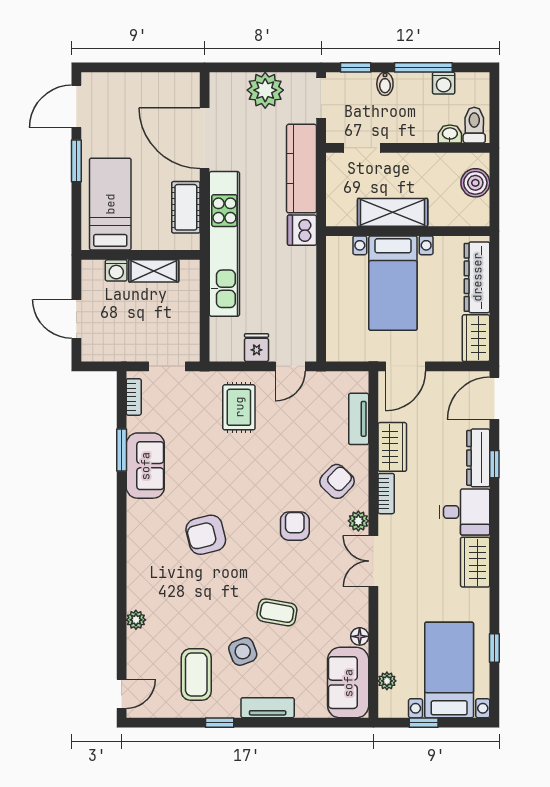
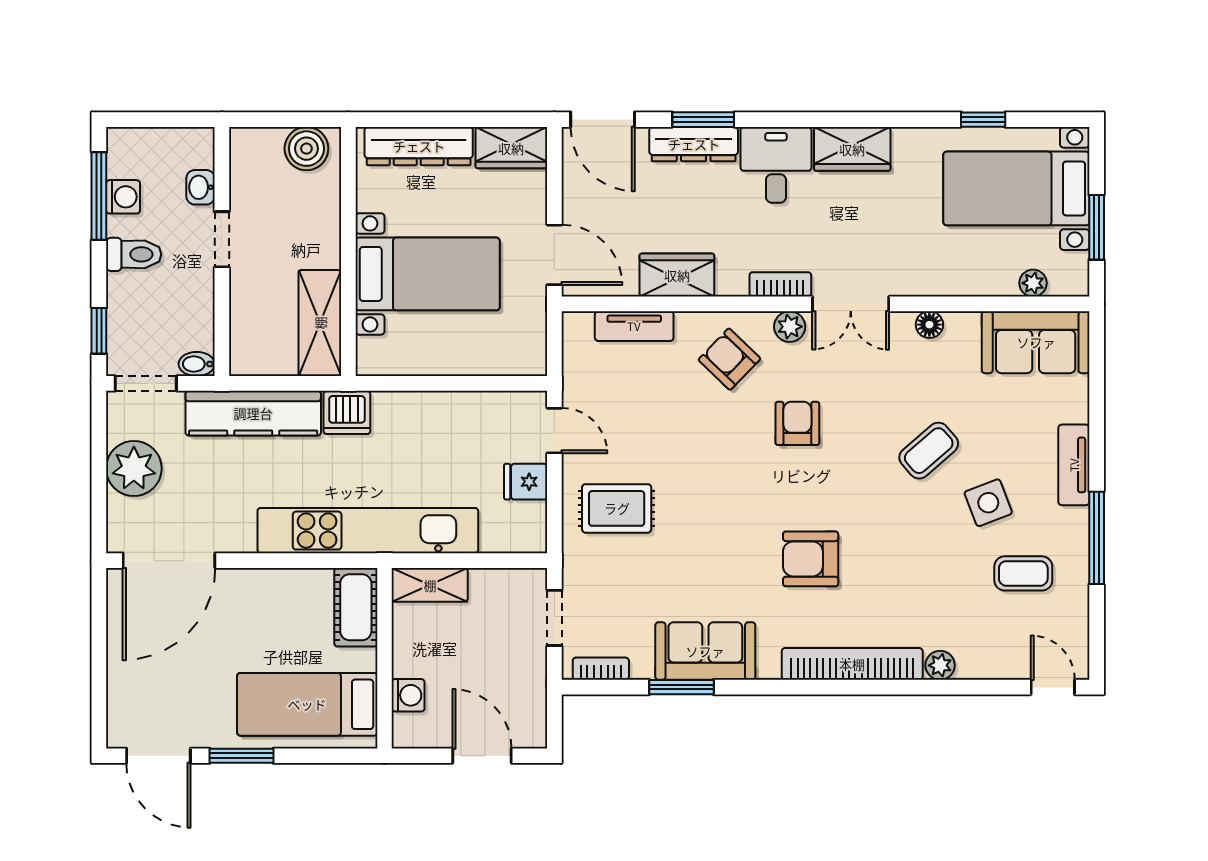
window: (423, 67) -> (99, 196), moved
bidet: (385, 84) -> (197, 364), moved, turned 180
toilet: (474, 125) -> (134, 254), moved, turned 180
door: (205, 138) -> (169, 561), moved
doorway: (362, 148) -> (222, 239), moved
boiler: (475, 183) -> (306, 149), moved
cot: (186, 207) -> (356, 607), moved, turned 90
shelving: (393, 212) -> (320, 323), moved
shelving: (154, 271) -> (430, 585), moved, turned 90
door: (76, 319) -> (482, 756), swing flipped
window: (494, 464) -> (703, 120), width x1.50
bookcase: (386, 494) -> (780, 284), moved
armchair: (295, 526) -> (797, 423), turned 90
armchair: (206, 535) -> (811, 559), turned 104
bookcase: (137, 562) -> (852, 664), added
coffee table: (277, 612) -> (929, 451), turned 39
floor lamp: (360, 636) -> (929, 325), moved
coffee table: (196, 674) -> (1023, 573), width x0.73, depth x0.77
window: (220, 723) -> (1097, 538), width x2.17
window: (424, 723) -> (1097, 227), width x1.50

